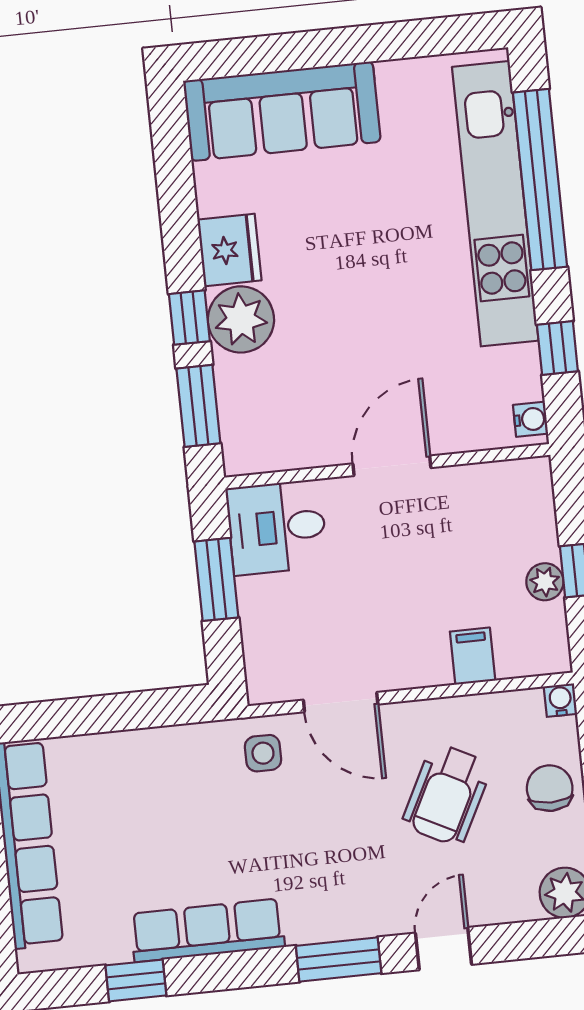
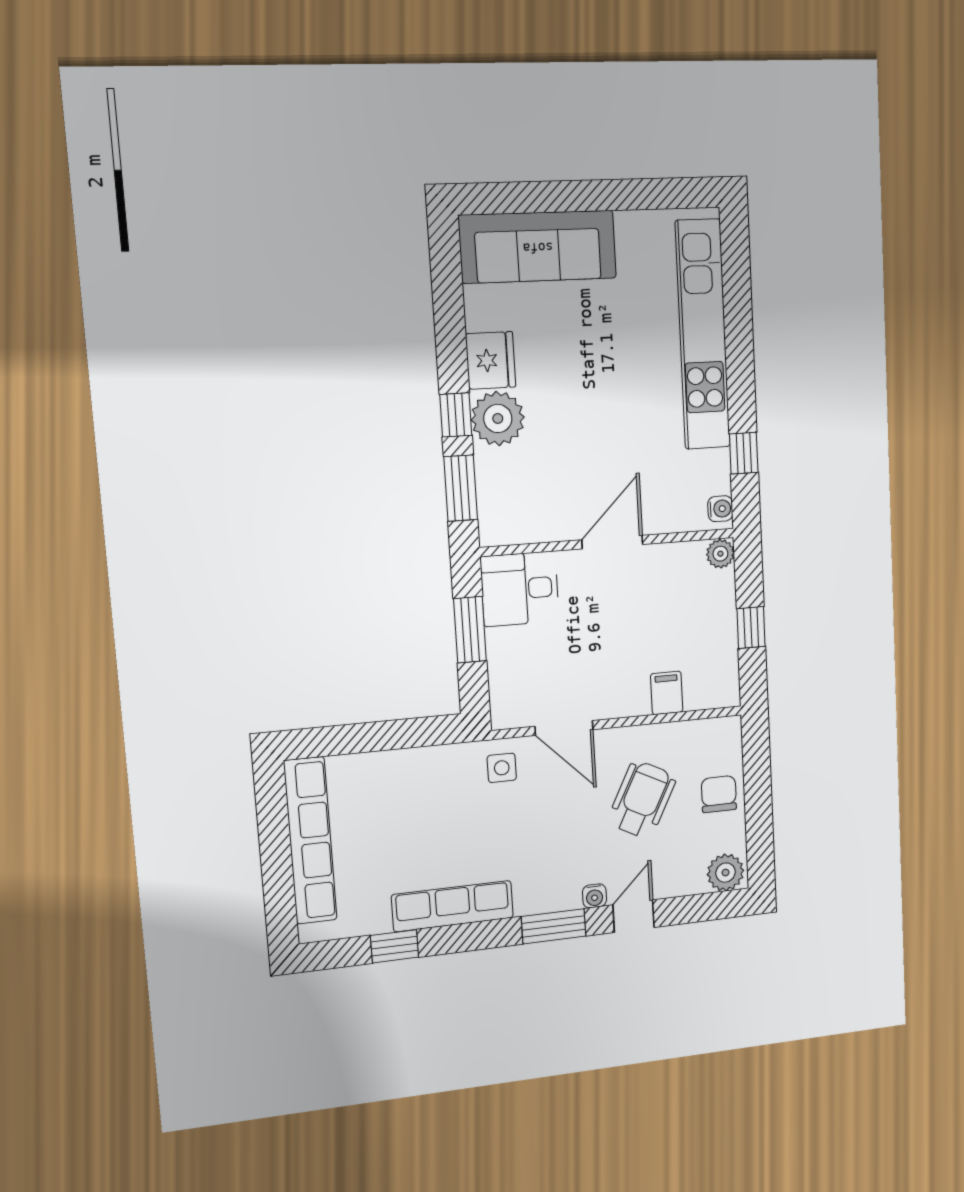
window: (540, 180) -> (738, 317), removed
plant: (545, 582) -> (720, 554), moved
water cooler: (560, 700) -> (594, 896), moved, turned 180
wheelchair: (447, 795) -> (642, 799), turned 180

